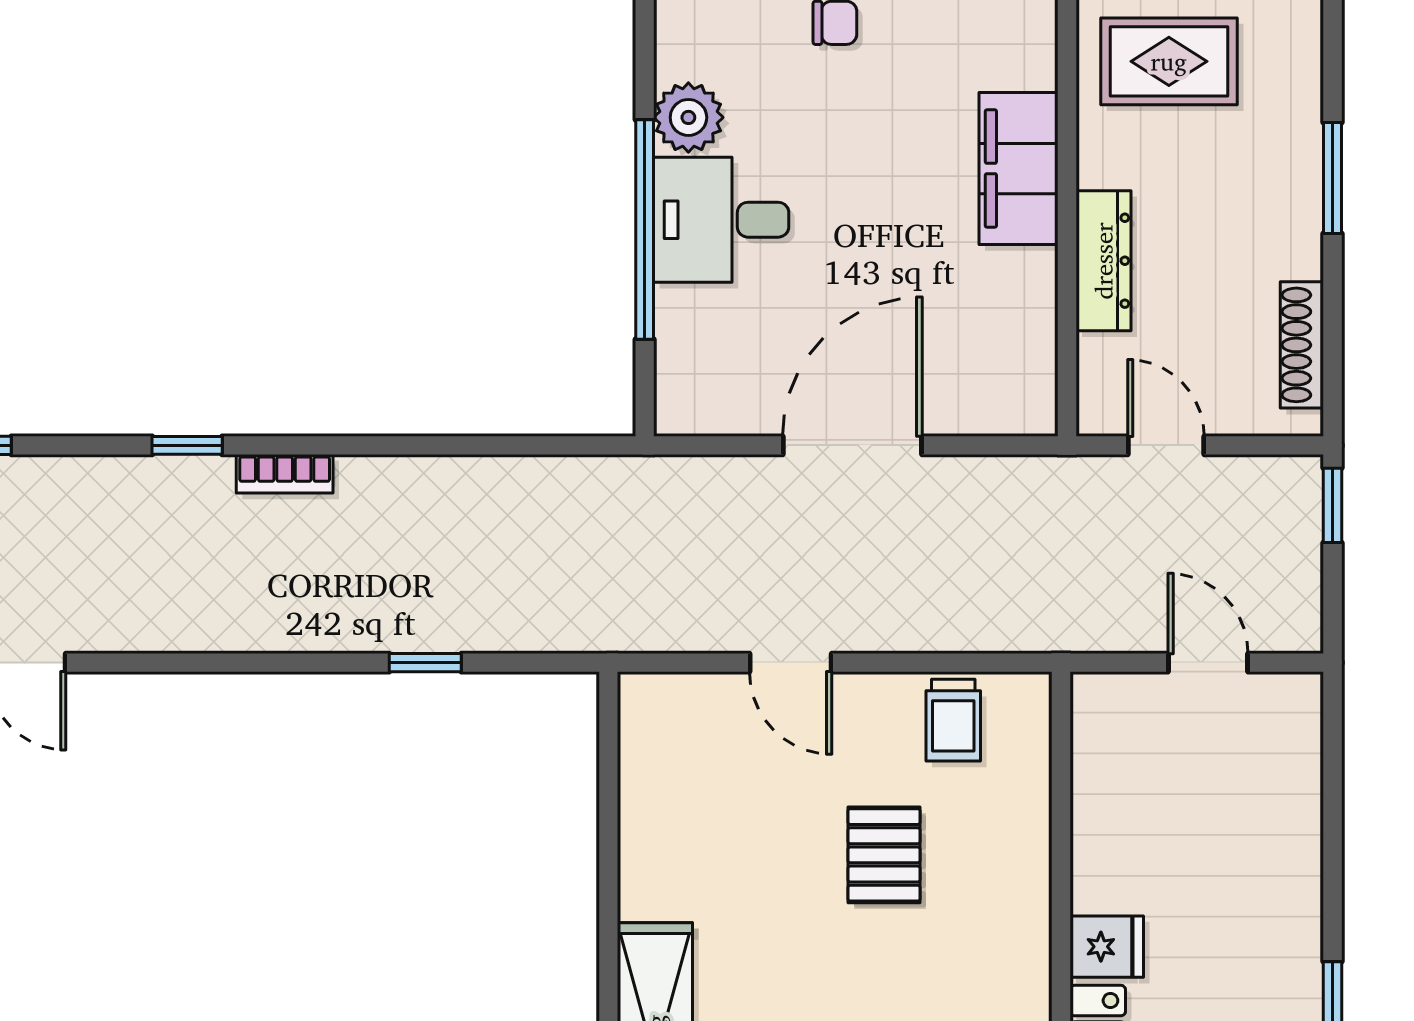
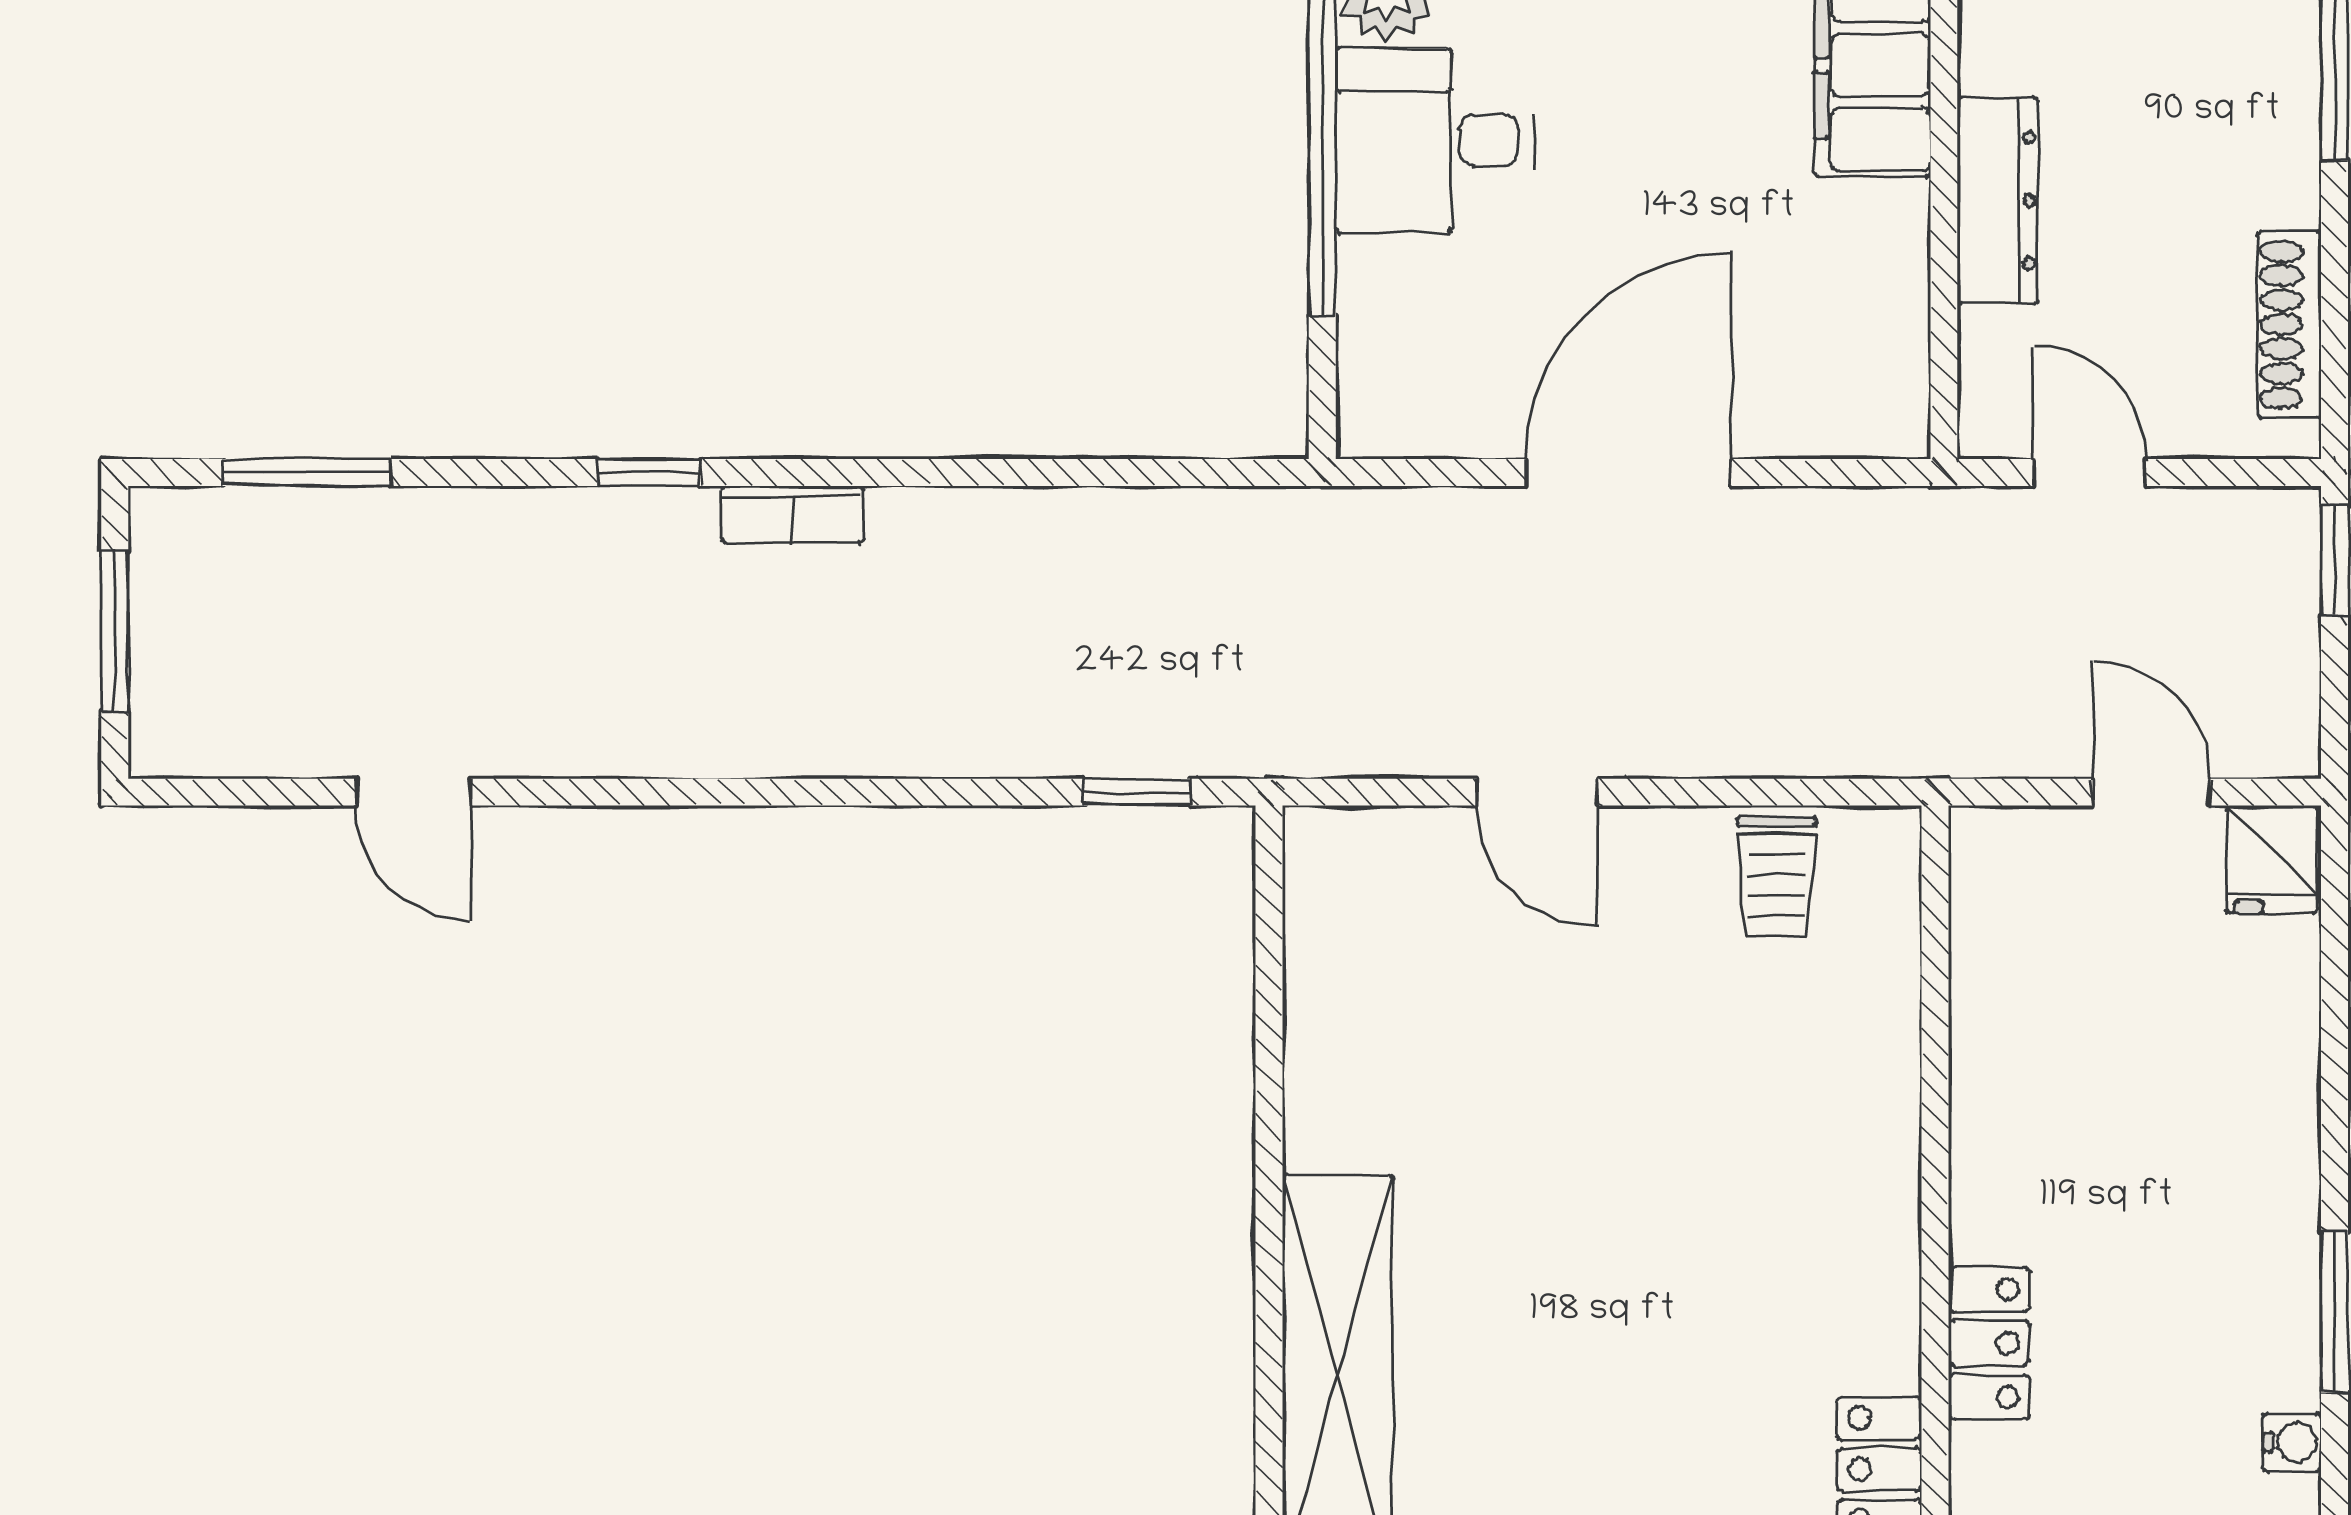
window: (425, 663) -> (1137, 792), moved
pallet: (884, 855) -> (1675, 1075), removed
fridge: (1107, 947) -> (2272, 859), moved, turned 90

